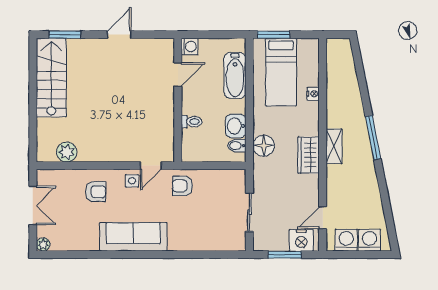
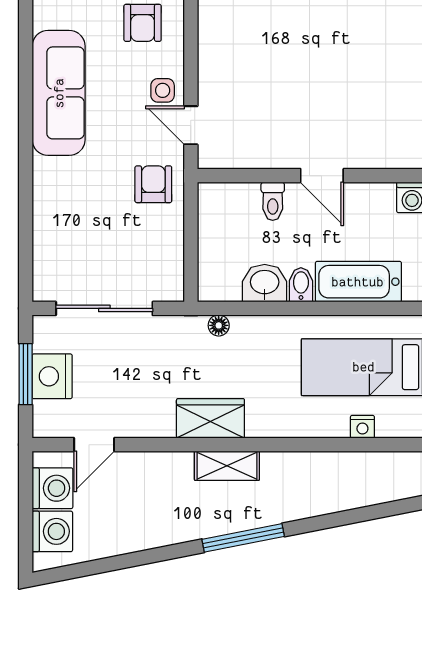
door: (178, 75) -> (322, 176), moved
nightstand: (313, 94) -> (362, 427), moved
bidet: (237, 146) -> (301, 285), moved
floor lamp: (264, 146) -> (219, 325), width x0.53, depth x0.53
sliding door: (249, 212) -> (104, 308), width x1.37
door: (323, 218) -> (94, 445), swing flipped
nightstand: (301, 240) -> (52, 376), moved

